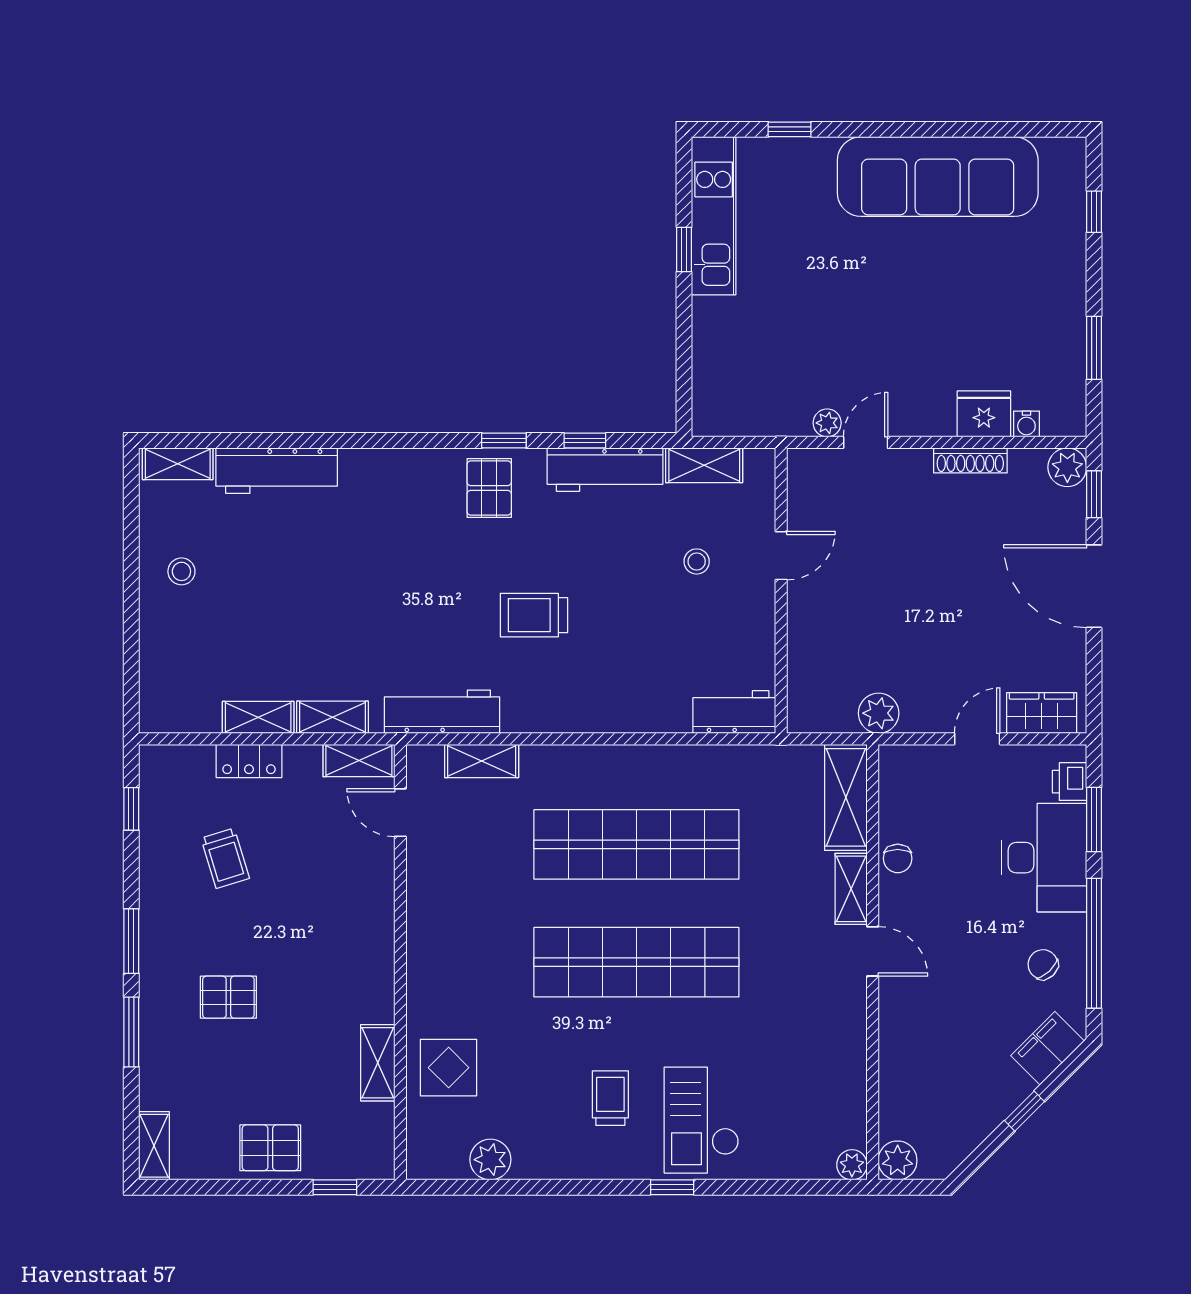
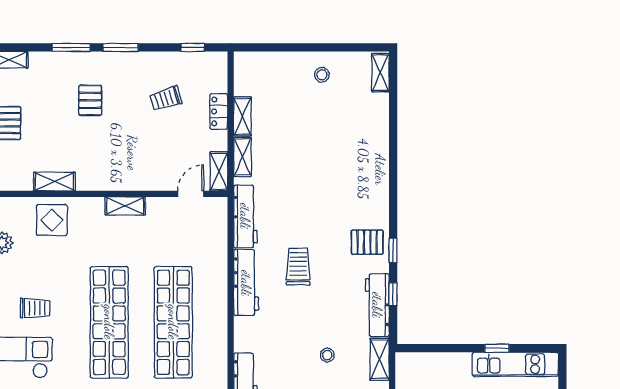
workbench: (277, 471) -> (246, 283), moved, turned 180
shelving: (482, 761) -> (125, 206), moved, turned 90

